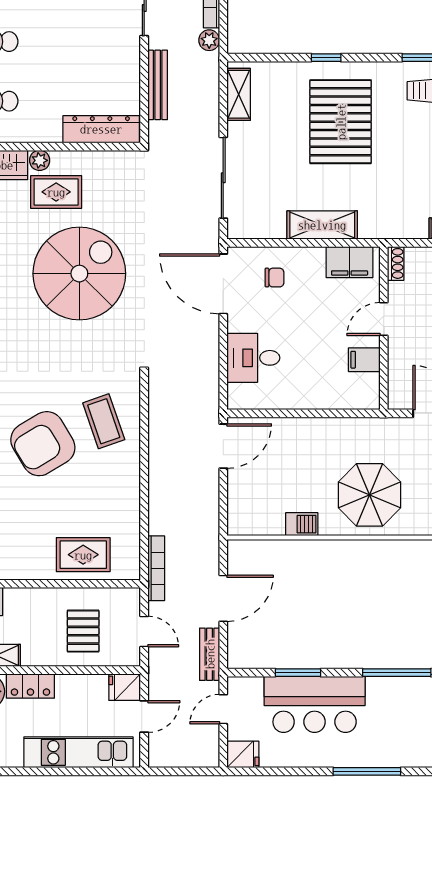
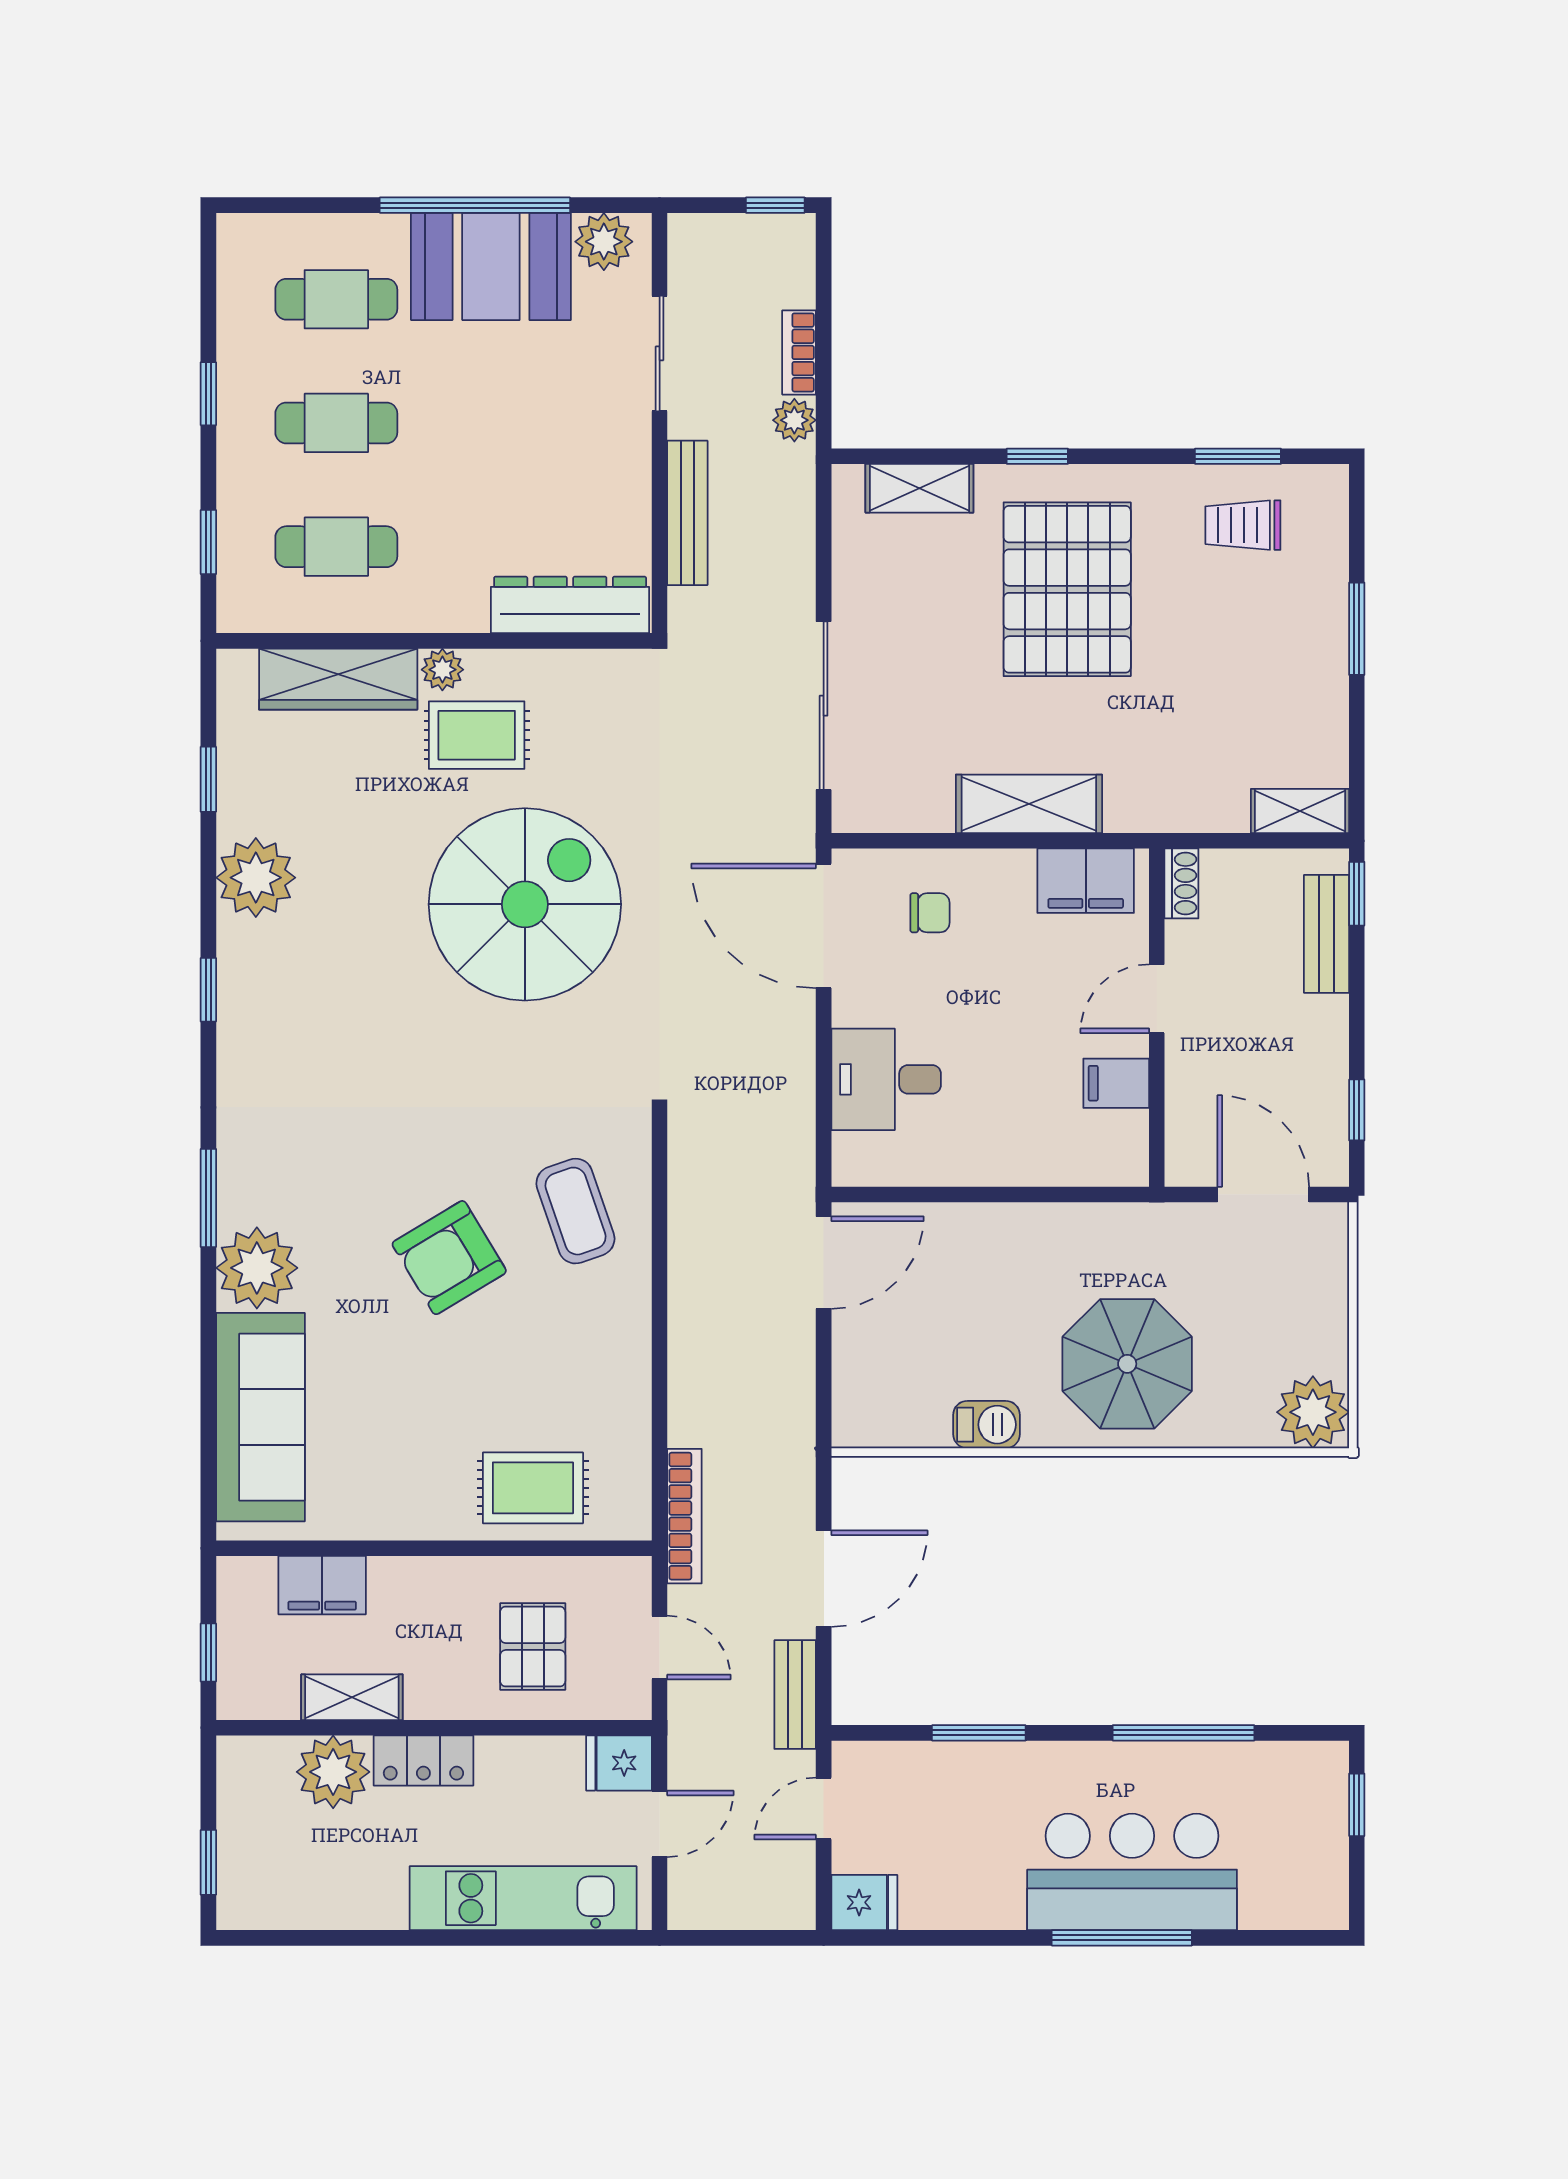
shelving: (239, 94) -> (919, 488), moved, turned 90
armchair: (43, 444) -> (449, 1258), width x0.73, depth x0.73
bar counter: (315, 704) -> (1132, 1872), moved, turned 180

